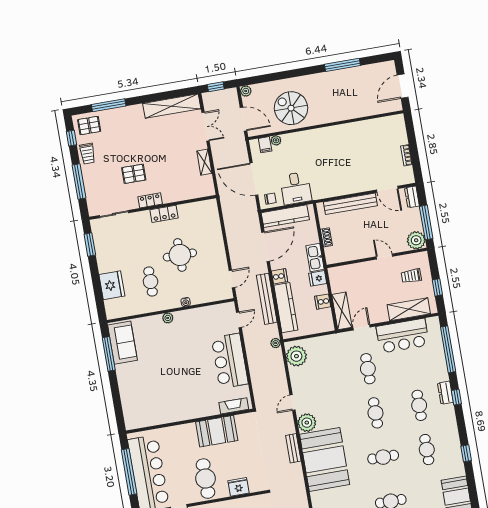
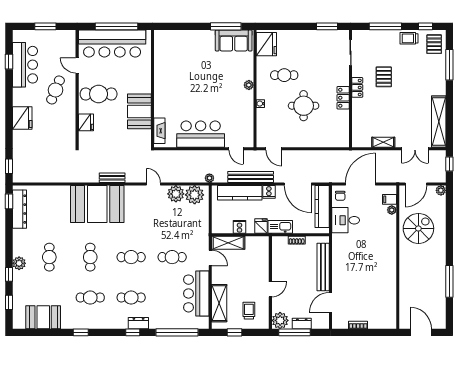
dresser: (412, 197) -> (302, 323), moved
fridge: (112, 285) -> (266, 44), moved, turned -90
plant: (307, 423) -> (176, 194), moved

